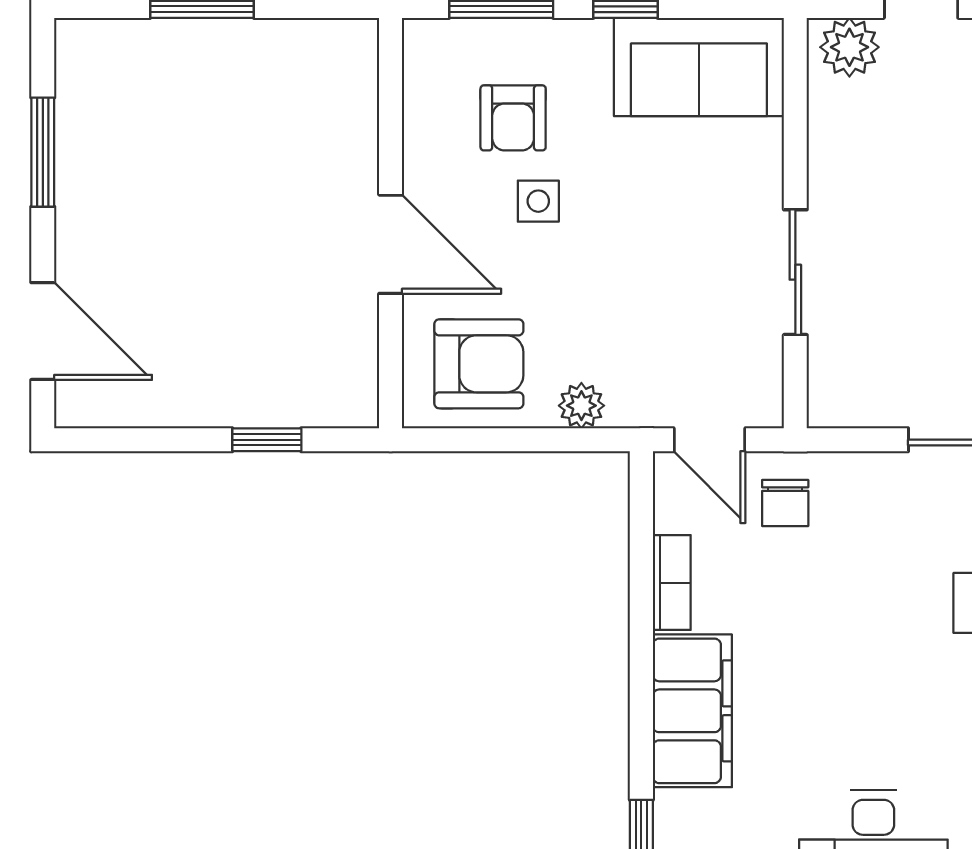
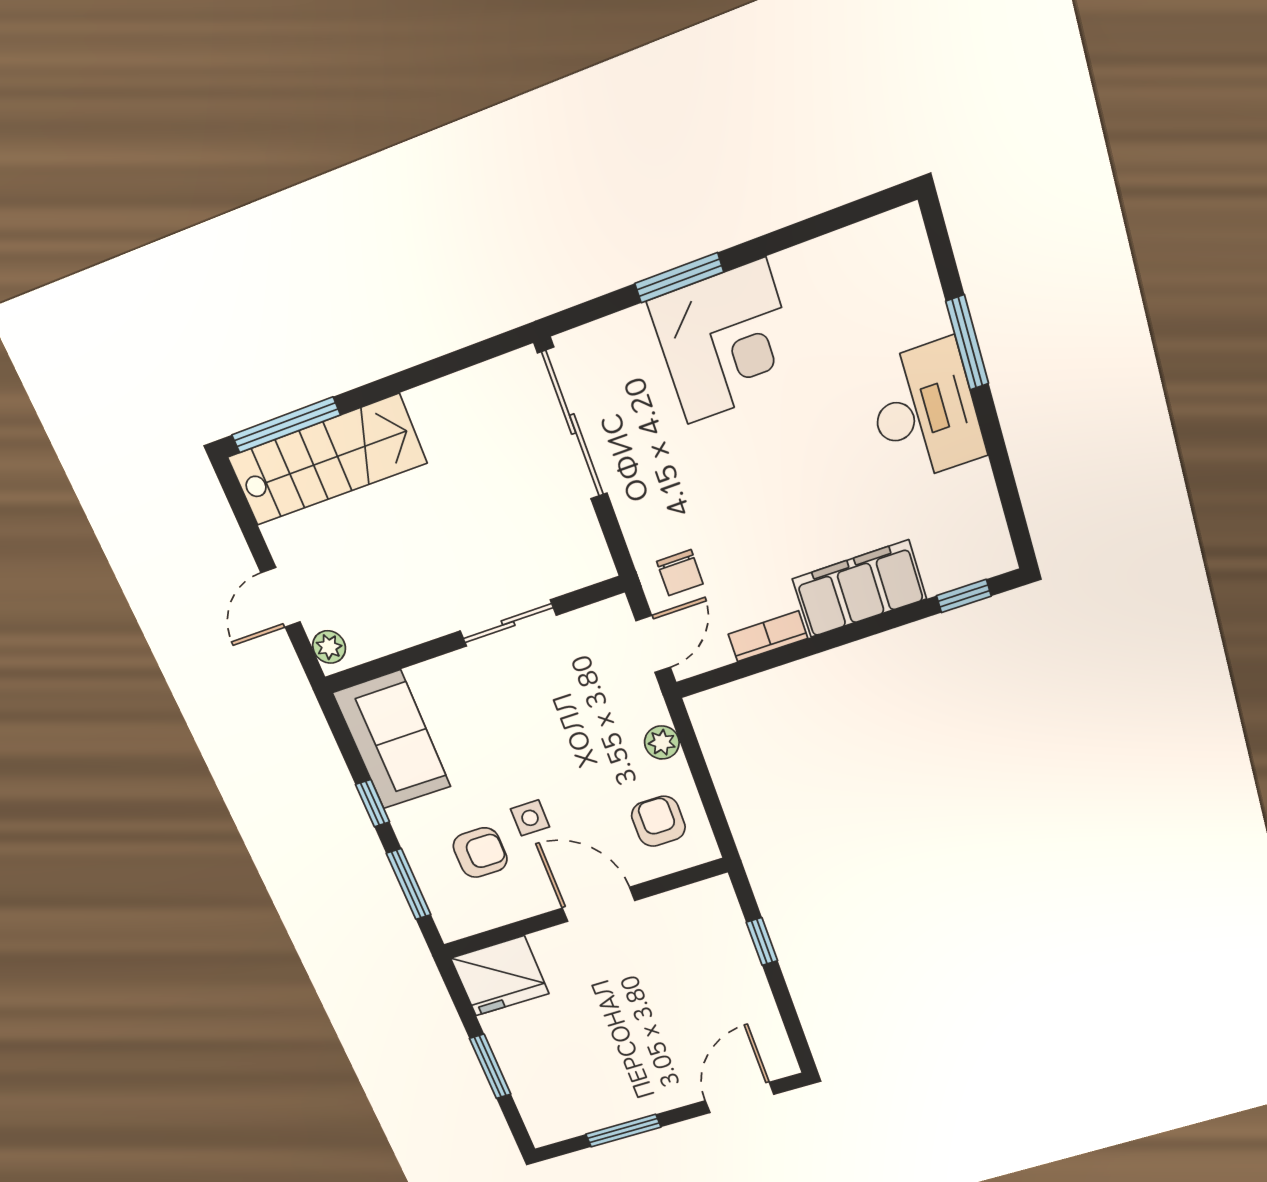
plant: (849, 47) -> (329, 647), width x0.73, depth x0.73
fridge: (332, 74) -> (500, 976), added
door: (391, 244) -> (598, 904), hinge flipped
armchair: (479, 364) -> (658, 821), width x0.72, depth x0.72
chair: (785, 503) -> (680, 573), turned 90

